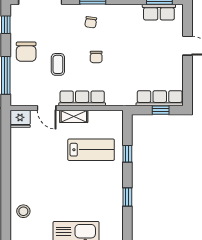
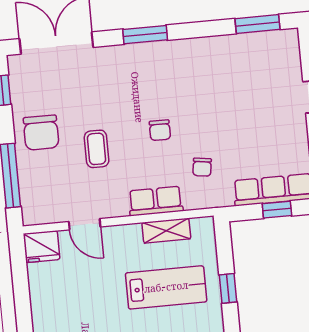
row of seats: (159, 12) -> (259, 45), removed
chair: (91, 22) -> (202, 167), moved
row of seats: (82, 98) -> (156, 201), width x0.68
shelving: (74, 116) -> (166, 231), moved

